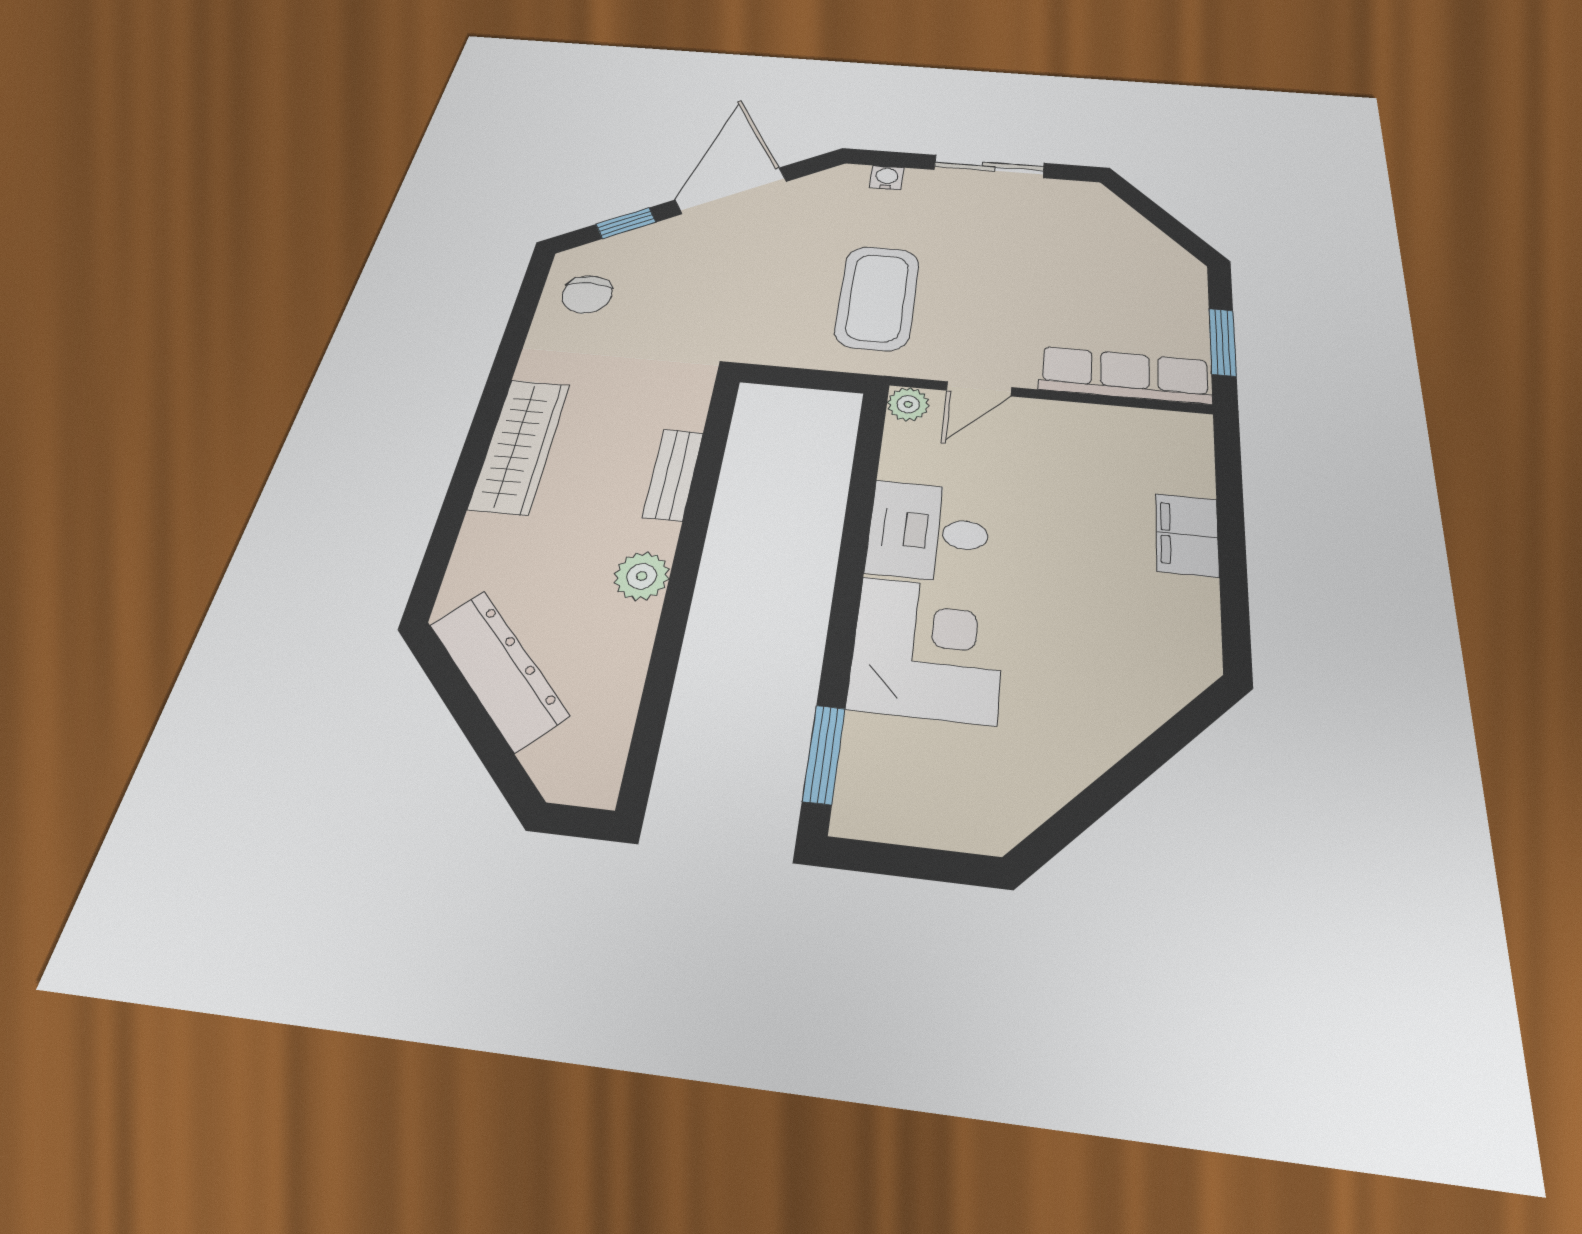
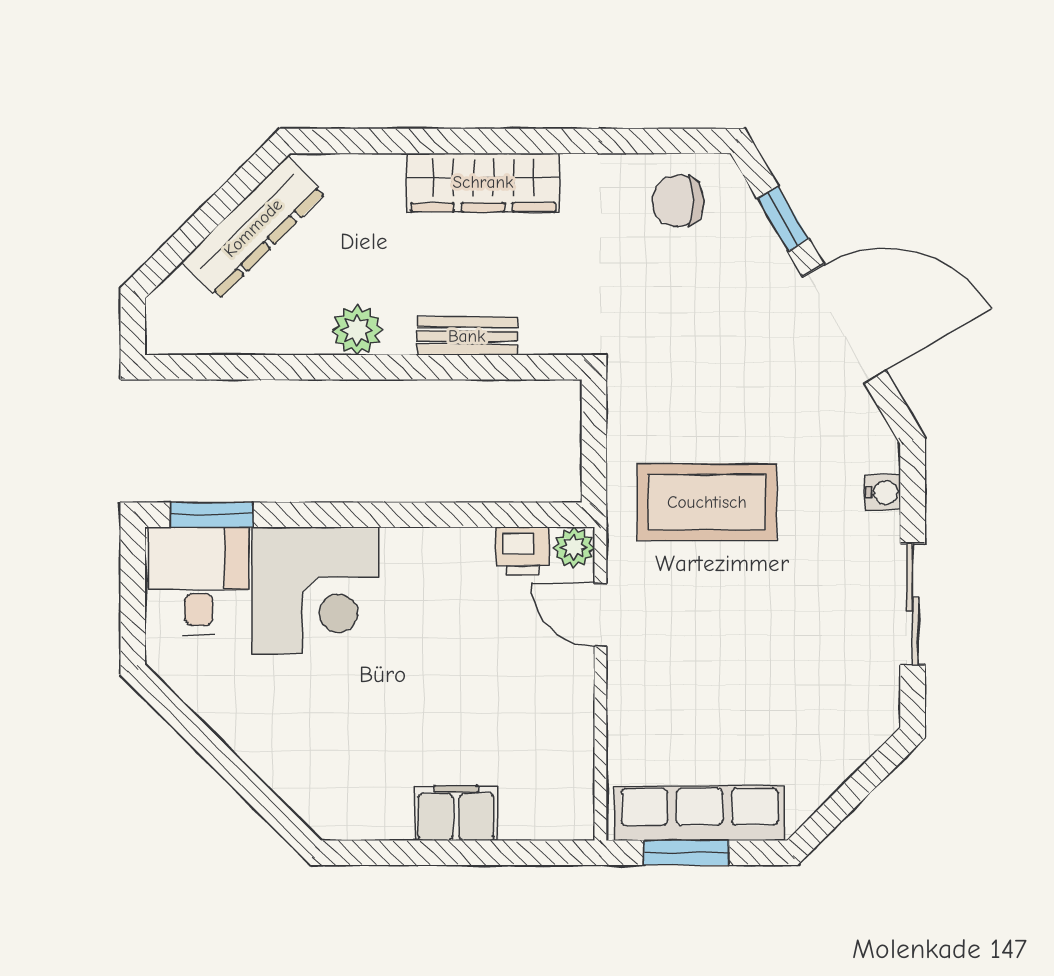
row of seats: (1125, 375) -> (699, 813), moved, turned -90
printer: (906, 448) -> (523, 551), added
desk: (929, 532) -> (199, 581), moved

